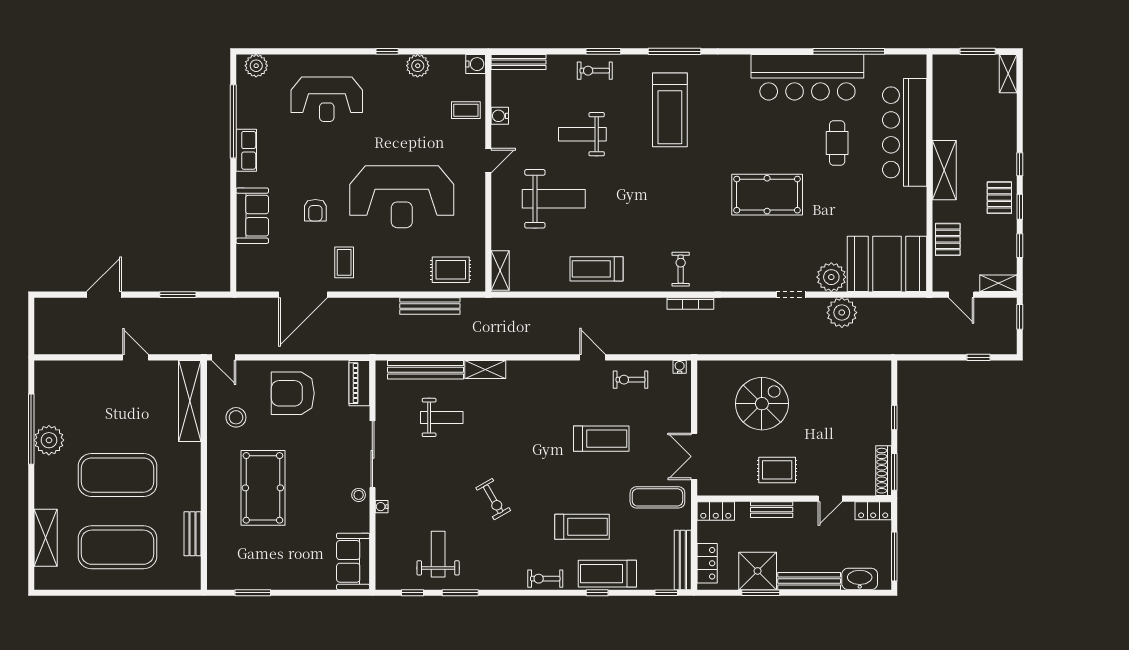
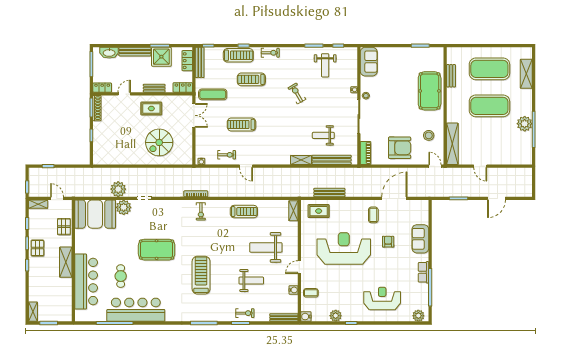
treadmill: (670, 110) -> (201, 275), moved
pool table: (263, 488) -> (430, 91), moved

